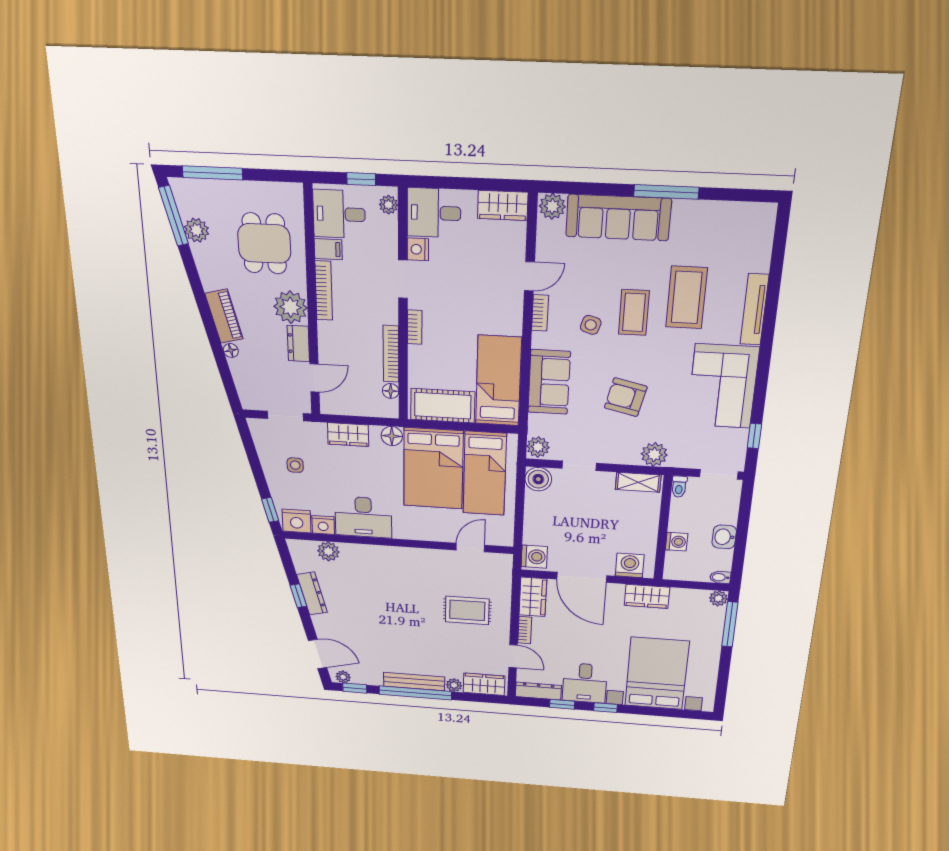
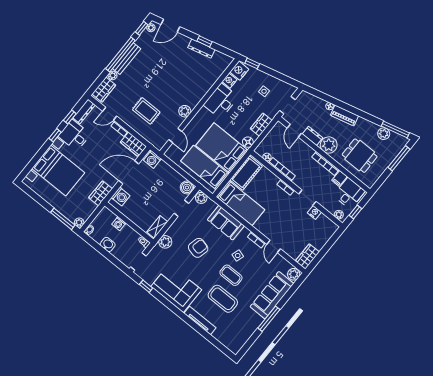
desk: (434, 213) -> (323, 229), removed
plant: (328, 551) -> (185, 111), moved
rug: (467, 610) -> (146, 111), turned 90

